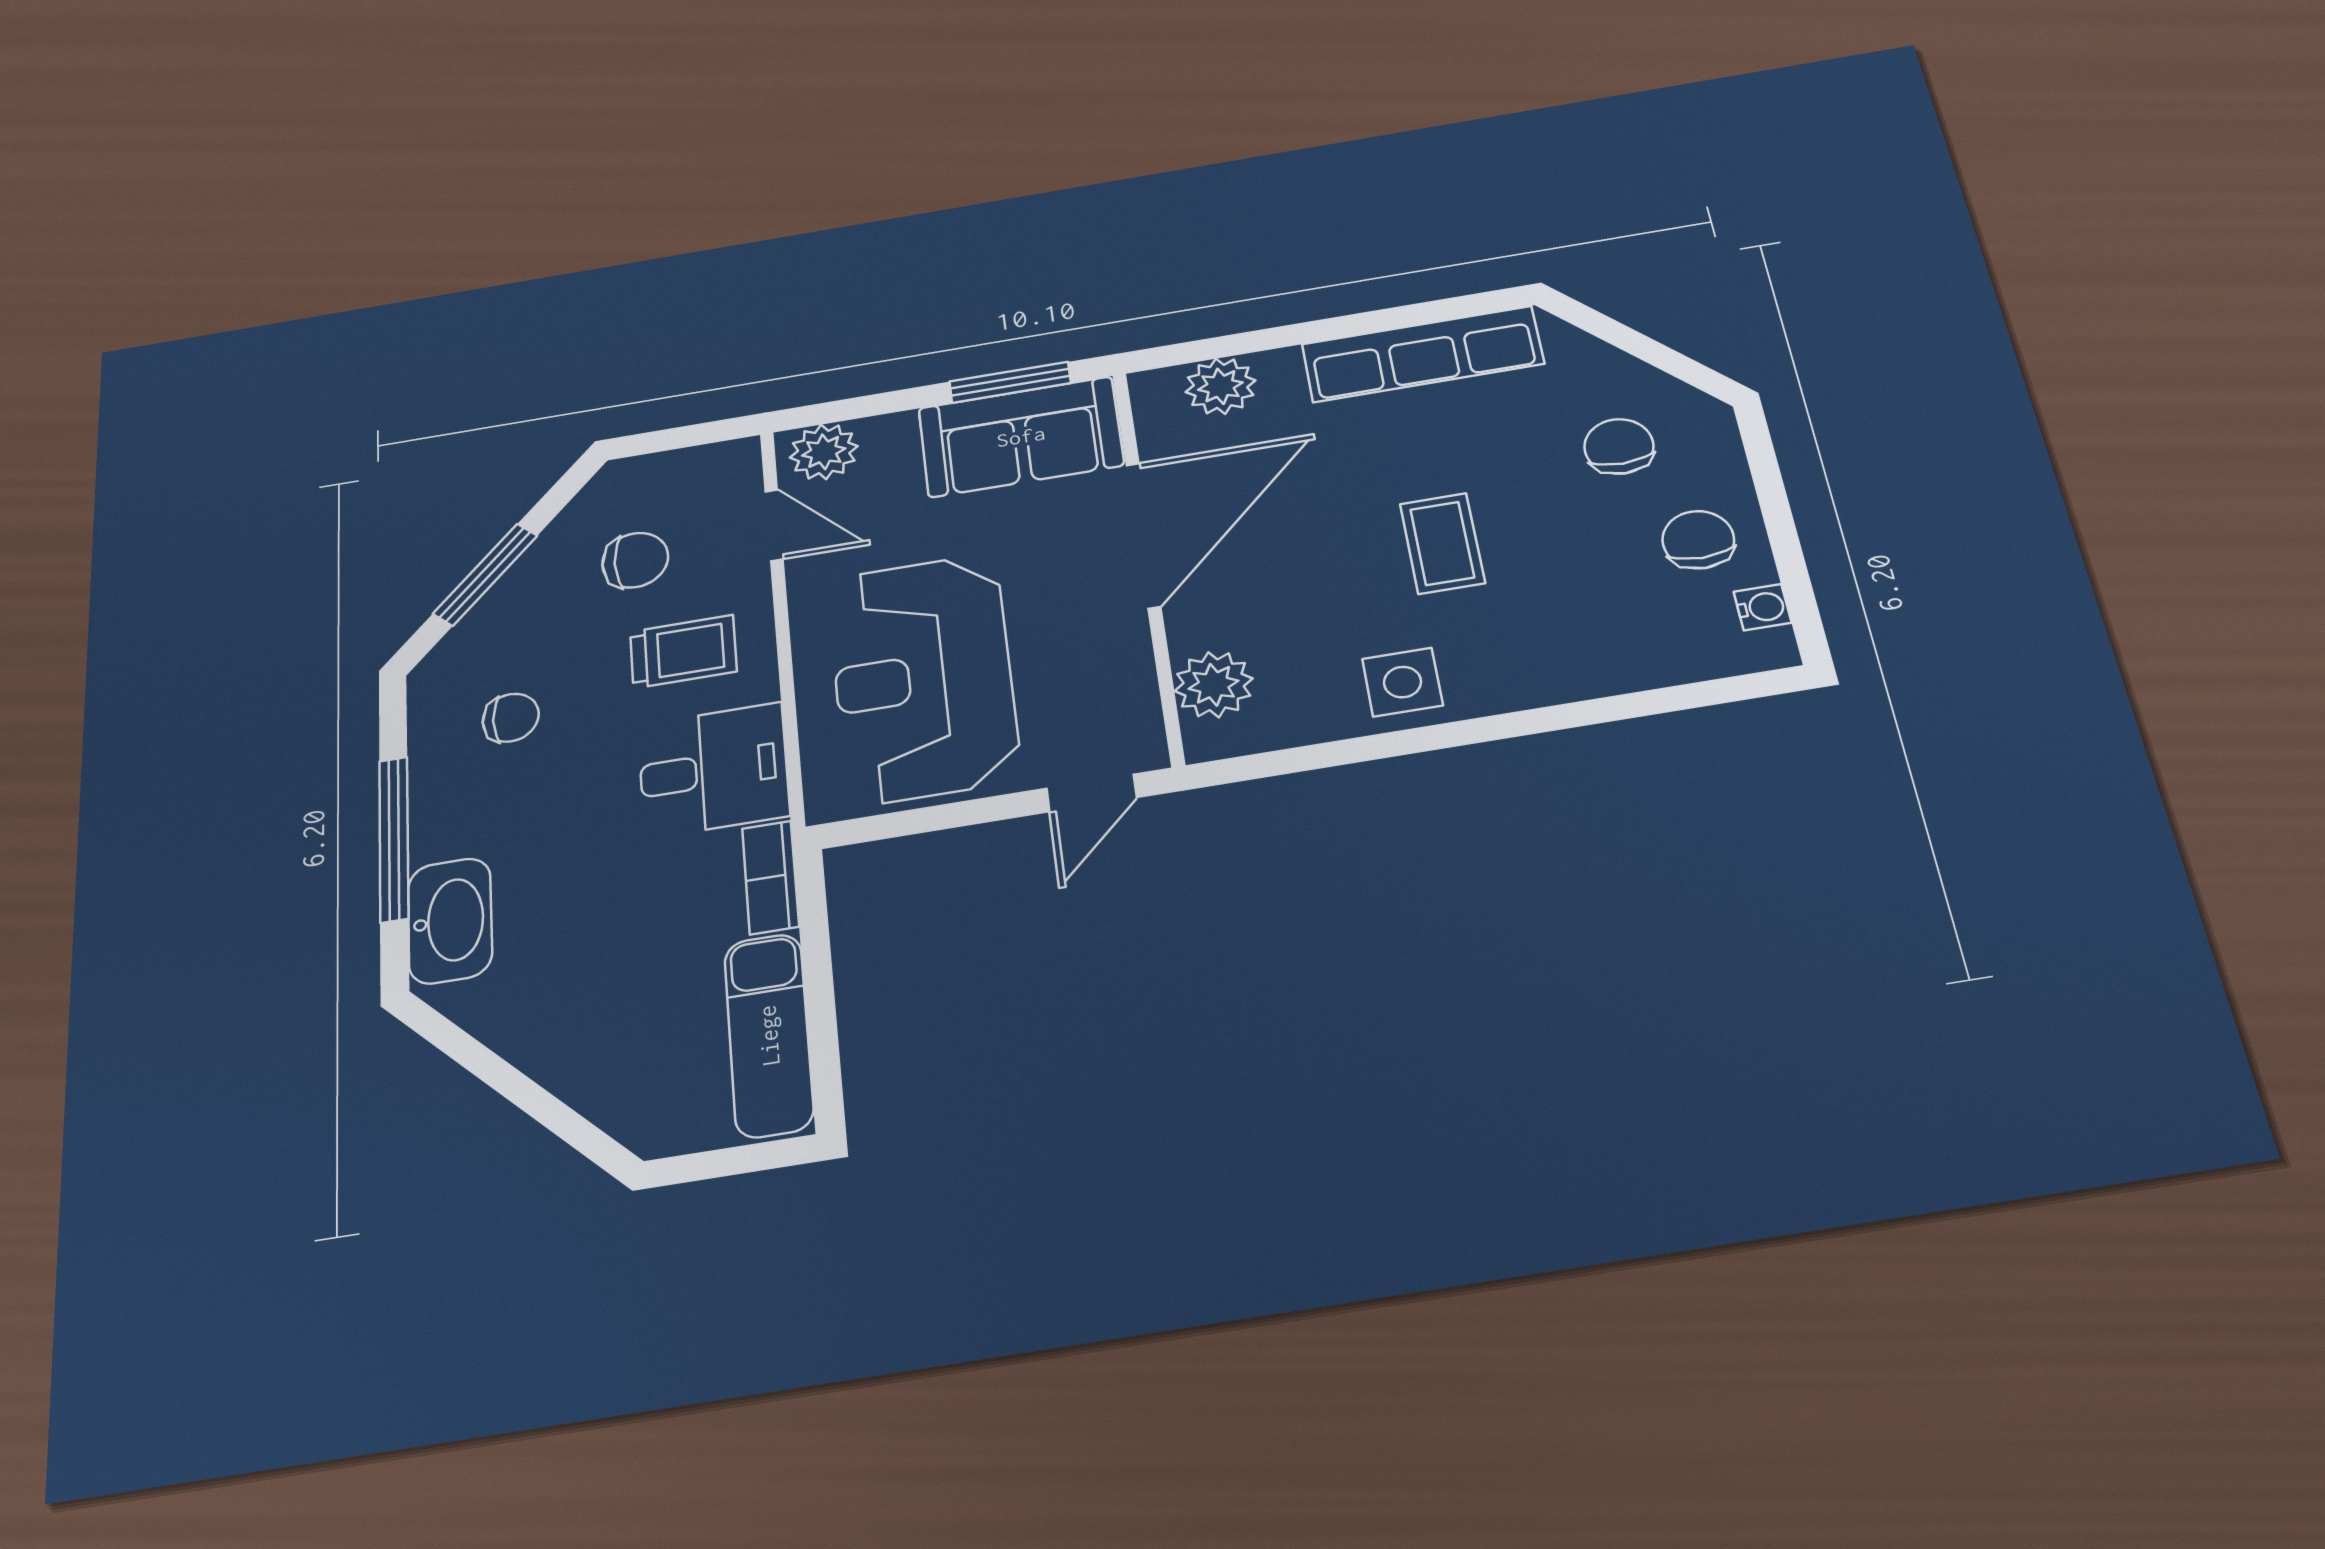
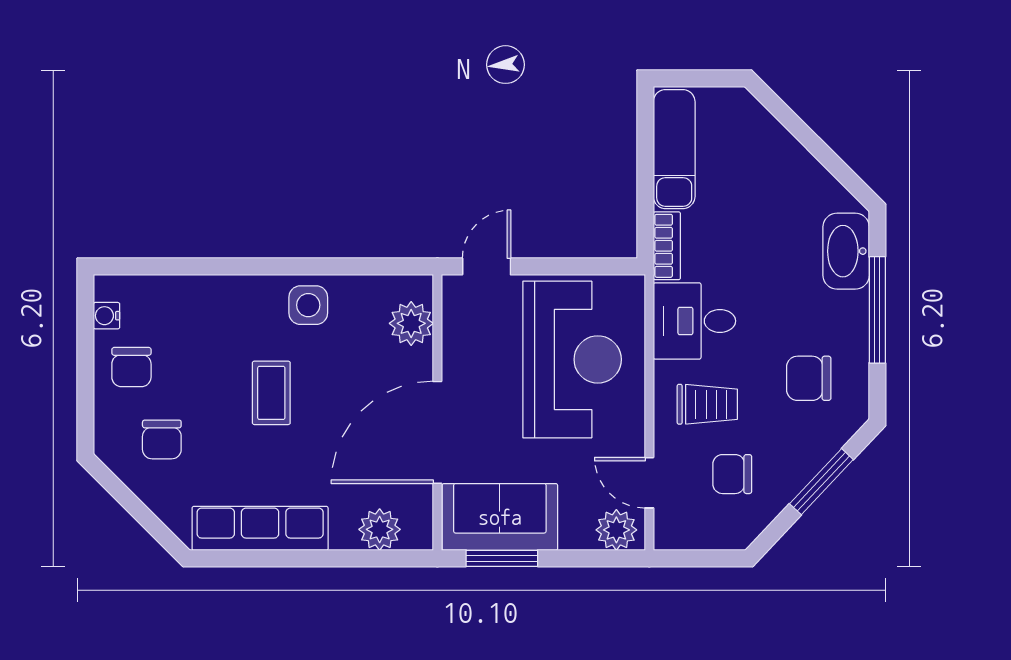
trolley: (683, 652) -> (707, 404), turned 180
chair: (511, 718) -> (809, 378), width x1.37, depth x1.37

